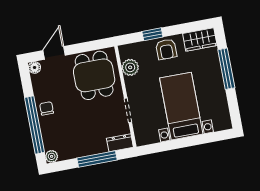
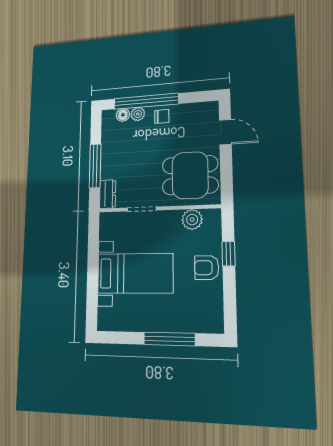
wardrobe: (200, 40) -> (212, 313), removed
floor lamp: (35, 67) -> (123, 115), moved
plant: (52, 156) -> (138, 114), moved

